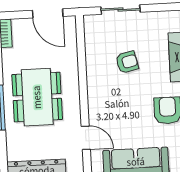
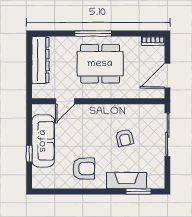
sliding door: (120, 10) -> (167, 135), width x1.37

